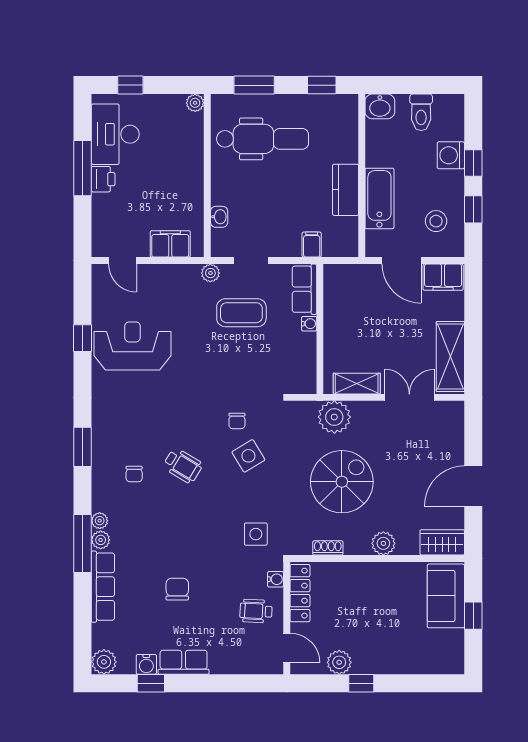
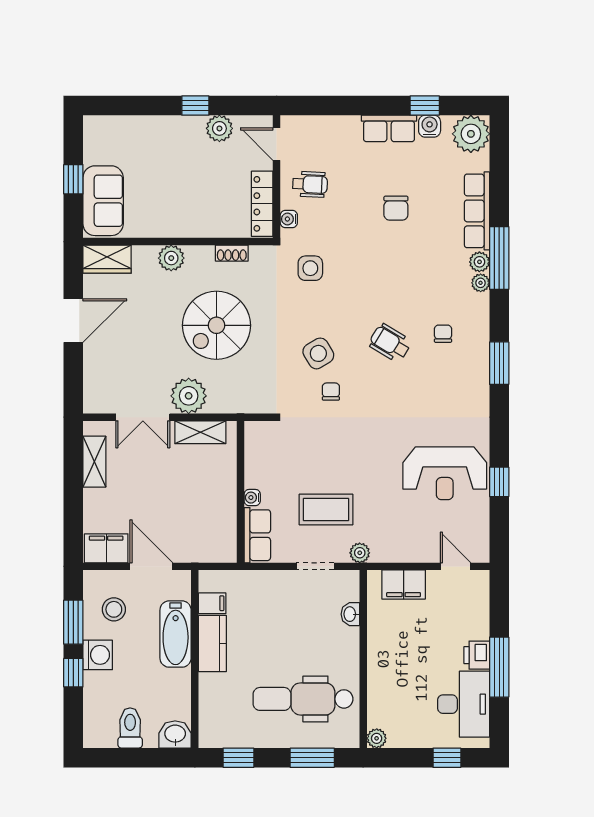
washing machine: (451, 155) -> (98, 655), moved
window: (473, 209) -> (73, 622), width x1.50
filing cabinet: (312, 245) -> (212, 603), moved, turned -90
shelving: (450, 357) -> (94, 462), width x0.67, depth x0.75
plant: (334, 417) -> (189, 396), moved
plant: (104, 662) -> (471, 134), width x1.36, depth x1.36

